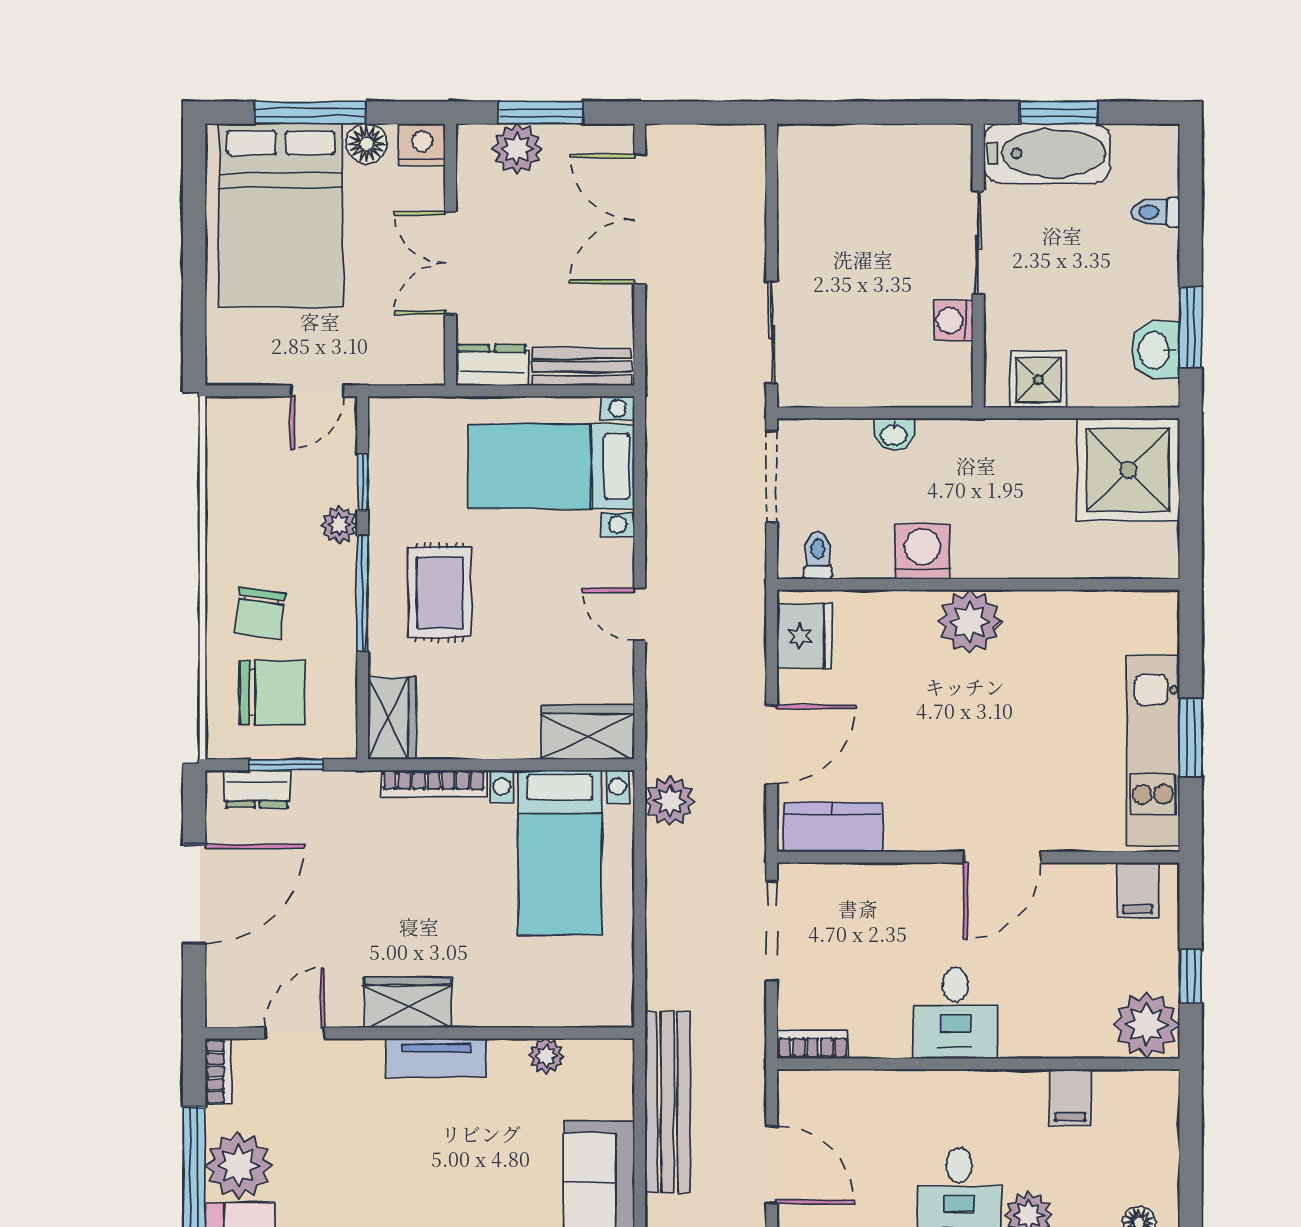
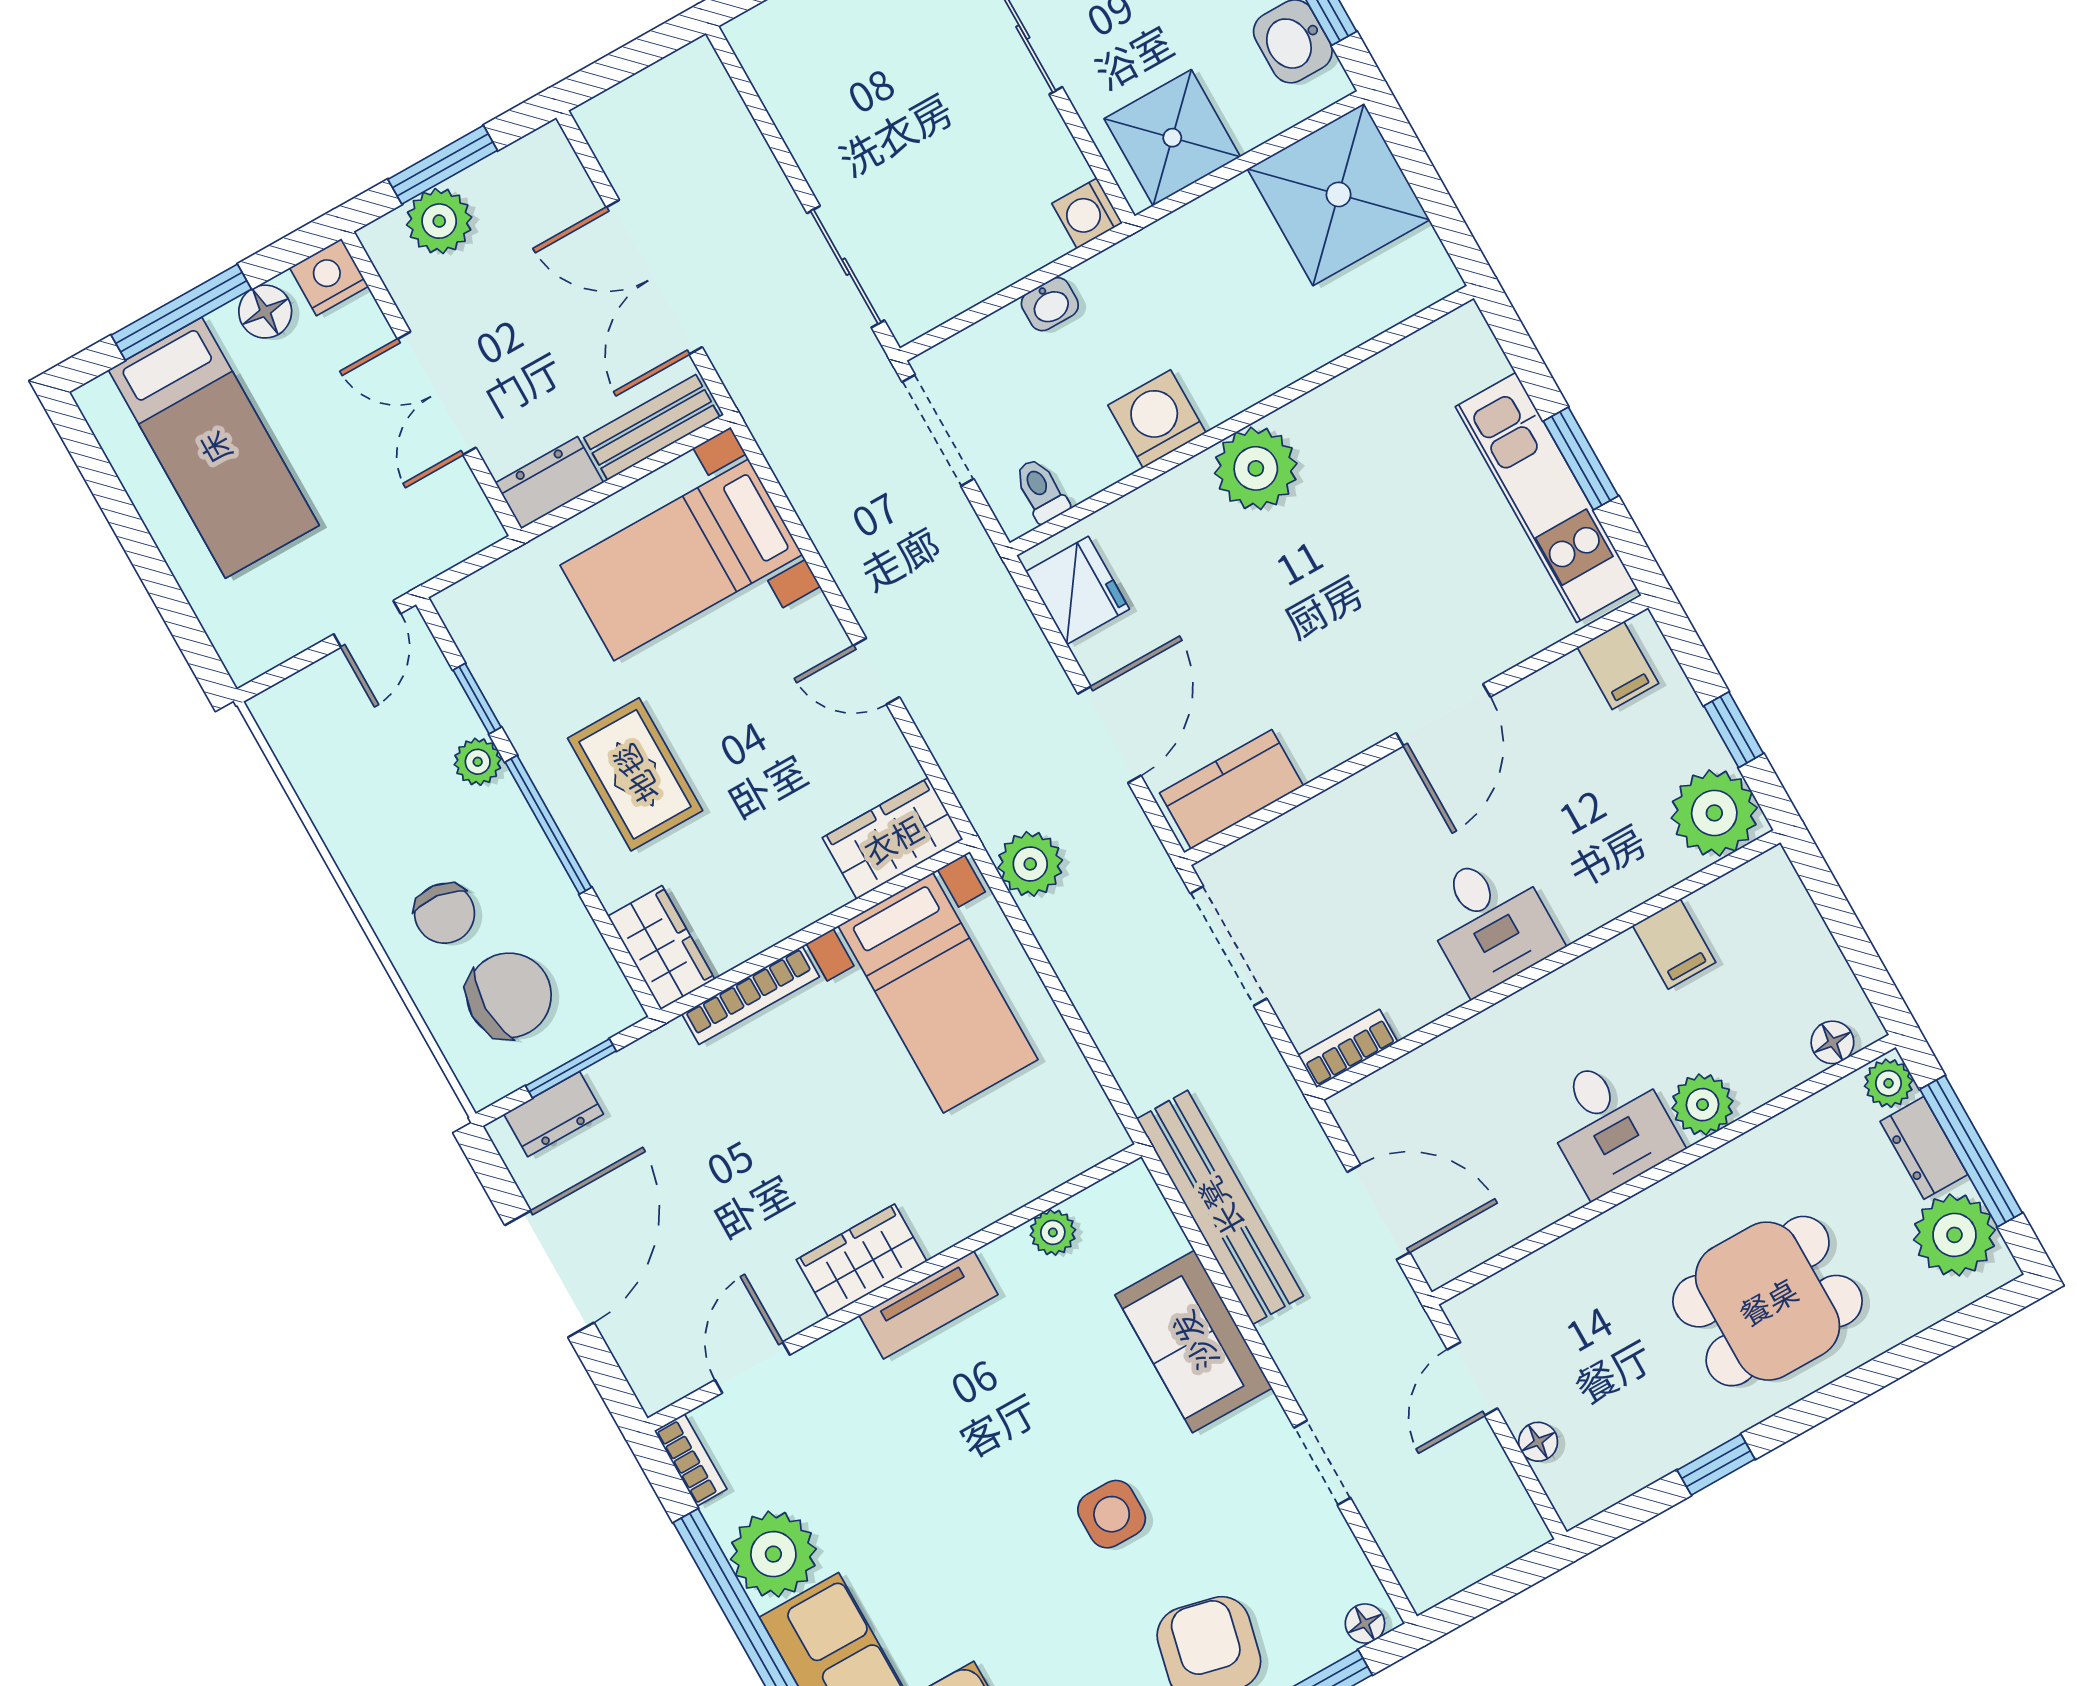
bed: (281, 215) -> (214, 448), width x0.67
double door: (640, 219) -> (654, 277), moved
washing machine: (953, 321) -> (1087, 213), moved
shower: (1038, 379) -> (1172, 138), width x1.36, depth x1.36

